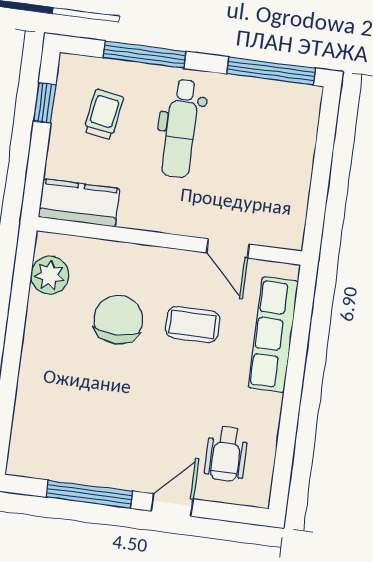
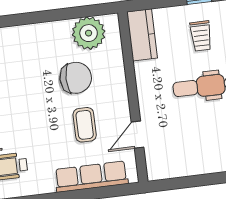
trolley: (104, 114) -> (201, 36), turned 81
plant: (50, 275) -> (89, 33), width x1.36, depth x1.36

